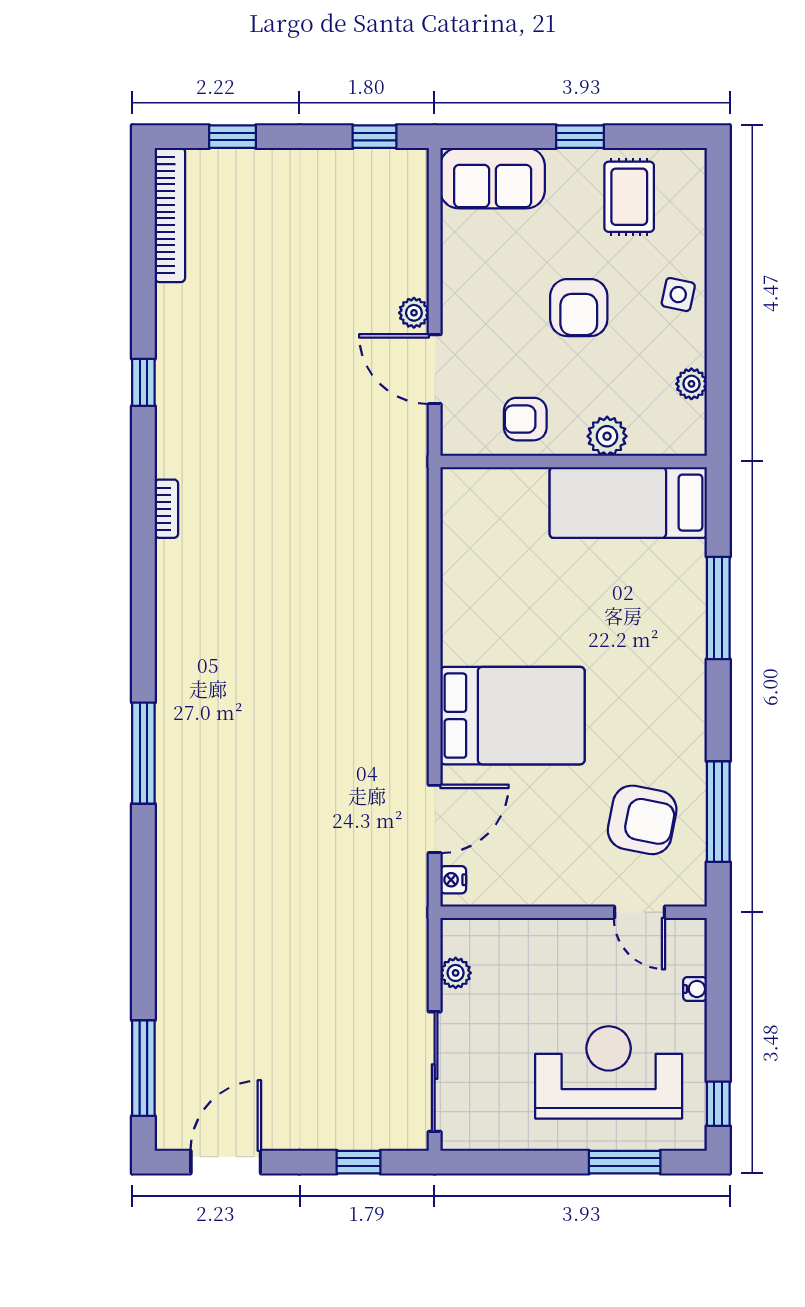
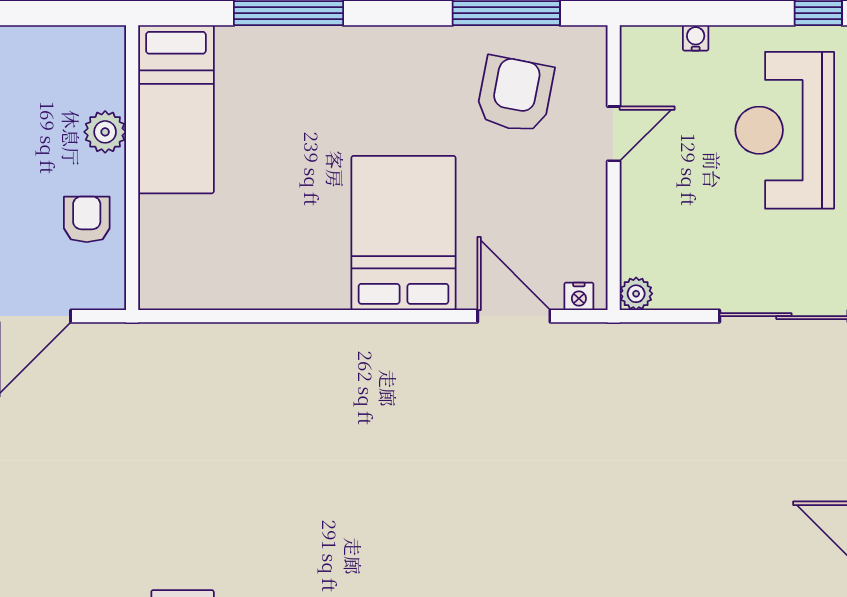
plant: (691, 384) -> (49, 42), removed
armchair: (525, 419) -> (87, 219), turned 180
door: (639, 912) -> (614, 134), moved
plant: (456, 973) -> (636, 294), moved

